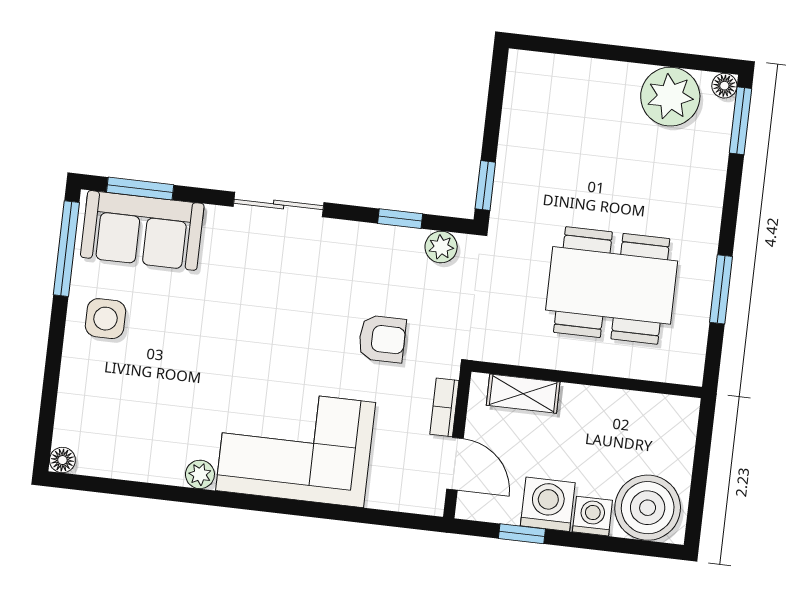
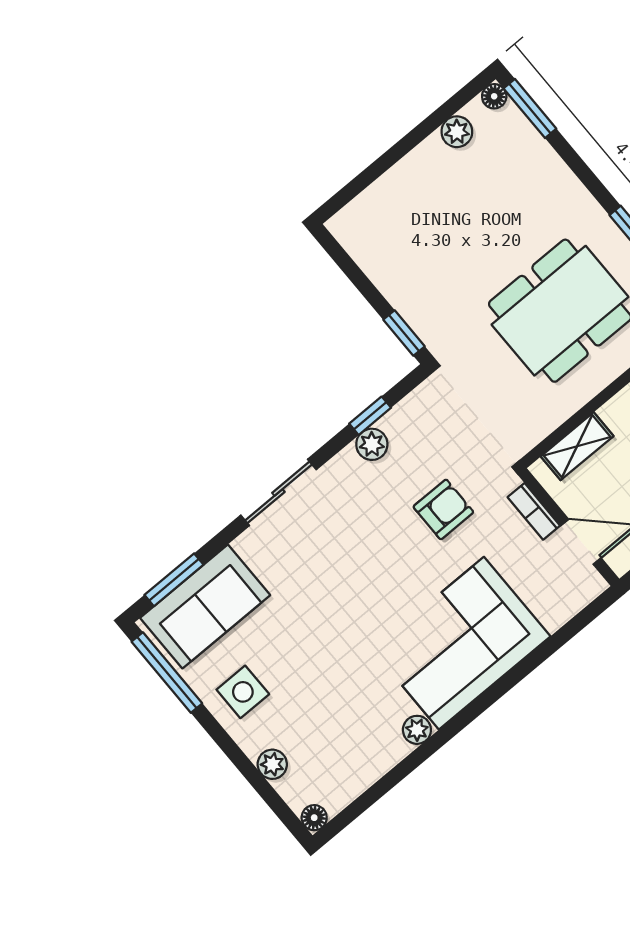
plant: (670, 97) -> (457, 132), width x0.53, depth x0.53
plant: (441, 247) -> (372, 444), moved
plant: (72, 391) -> (272, 764), added

